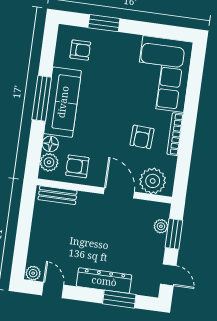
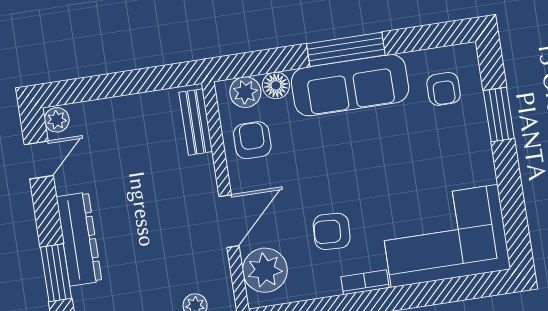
bookcase: (175, 134) -> (365, 282), width x0.64

